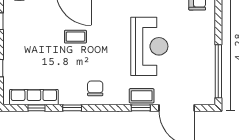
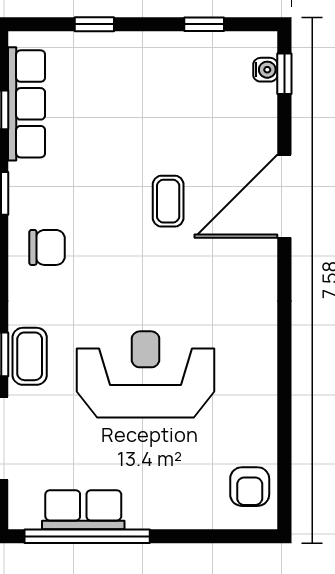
reception desk: (149, 46) -> (145, 374), turned 180
row of seats: (207, 73) -> (83, 510), added

